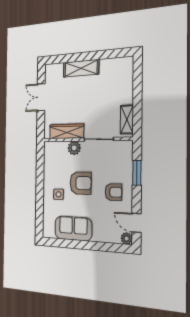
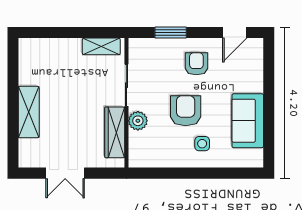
plant: (127, 239) -> (256, 46), removed

